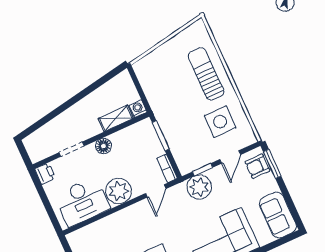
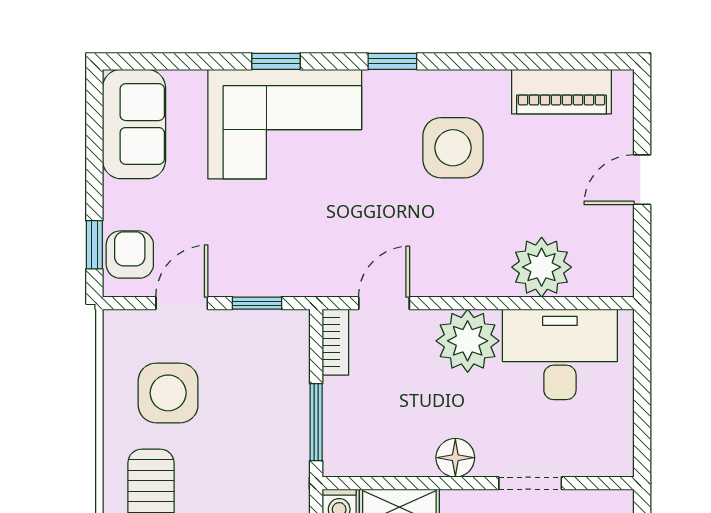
window: (272, 164) -> (94, 245), width x0.67
armchair: (257, 166) -> (130, 255), turned -90
printer: (45, 173) -> (615, 456), removed
plant: (199, 187) -> (542, 267), moved

